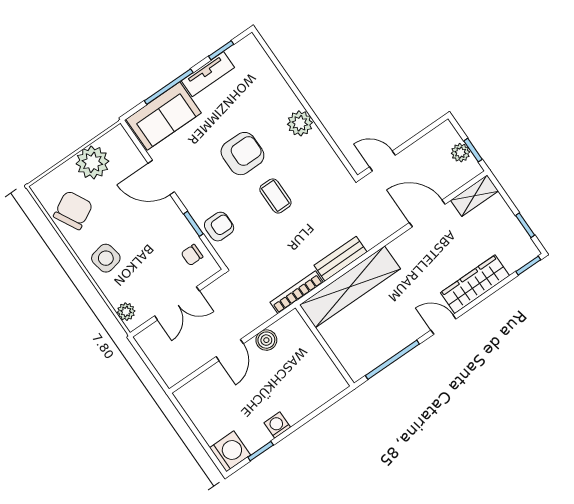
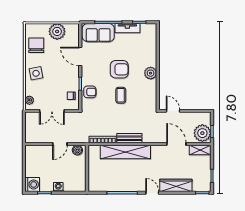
plant: (461, 153) -> (202, 133), width x1.87, depth x1.87
chair: (73, 210) -> (36, 45), turned -62
wall: (325, 345) -> (87, 168), moved

